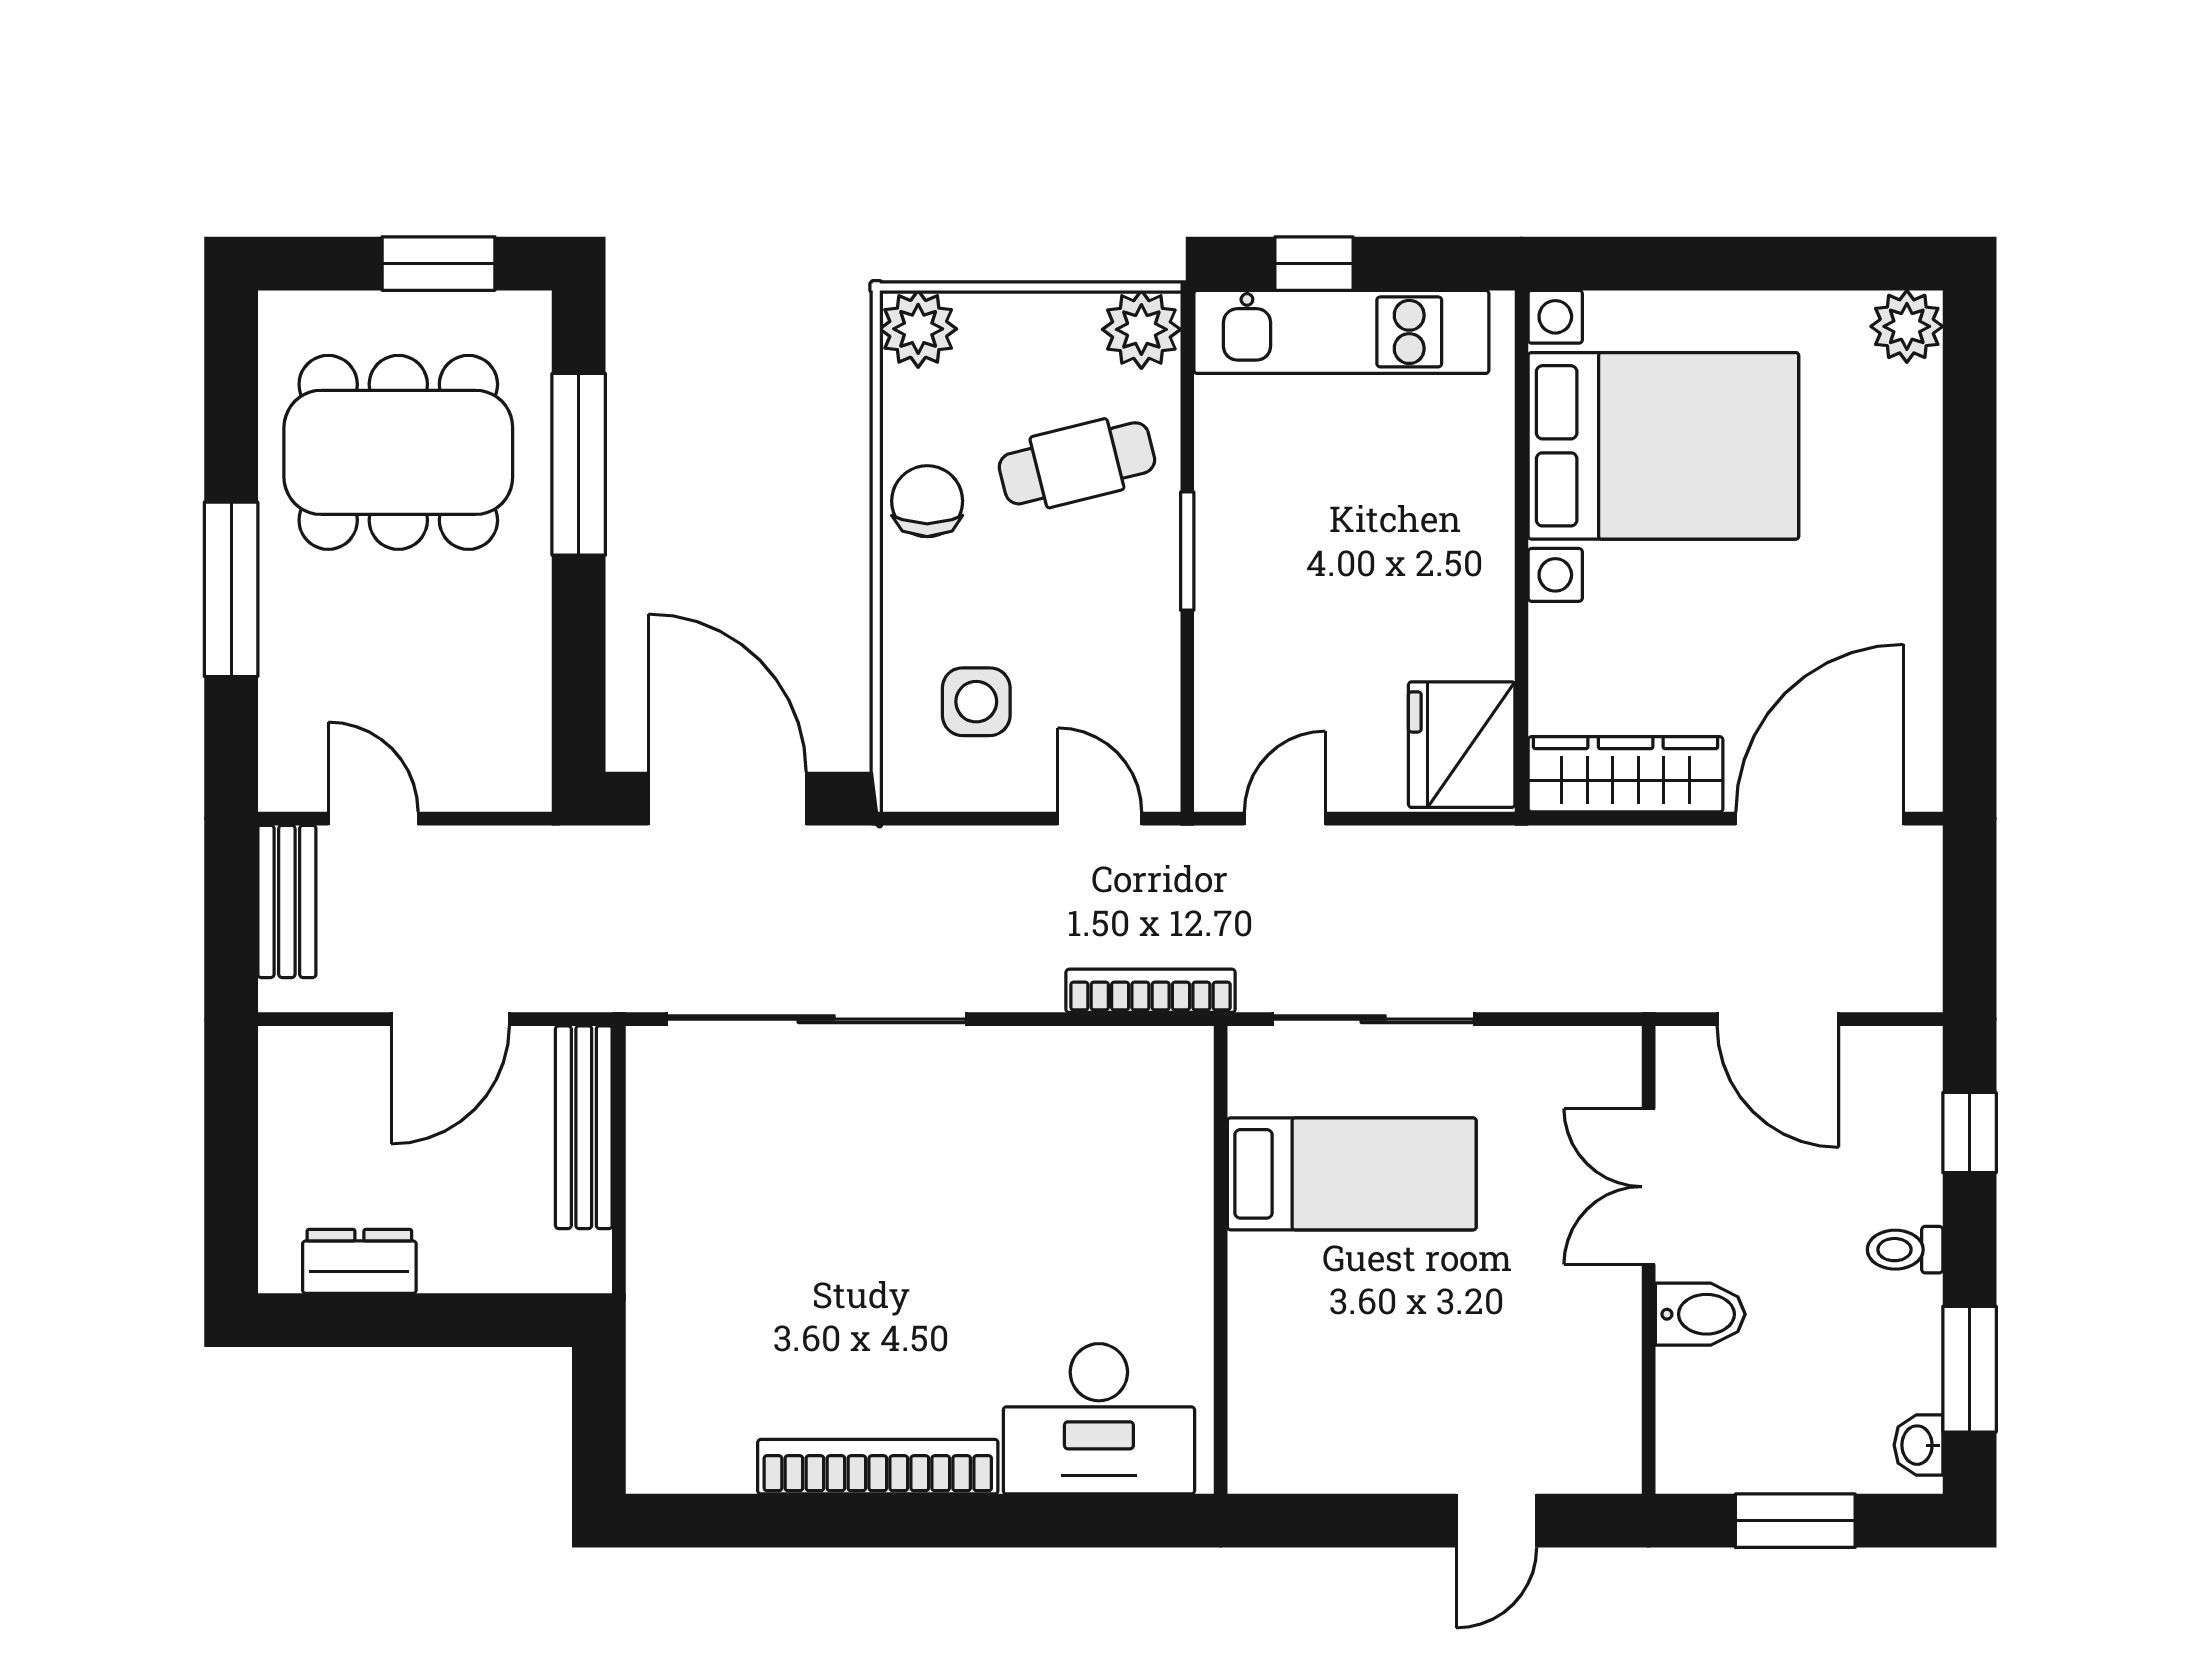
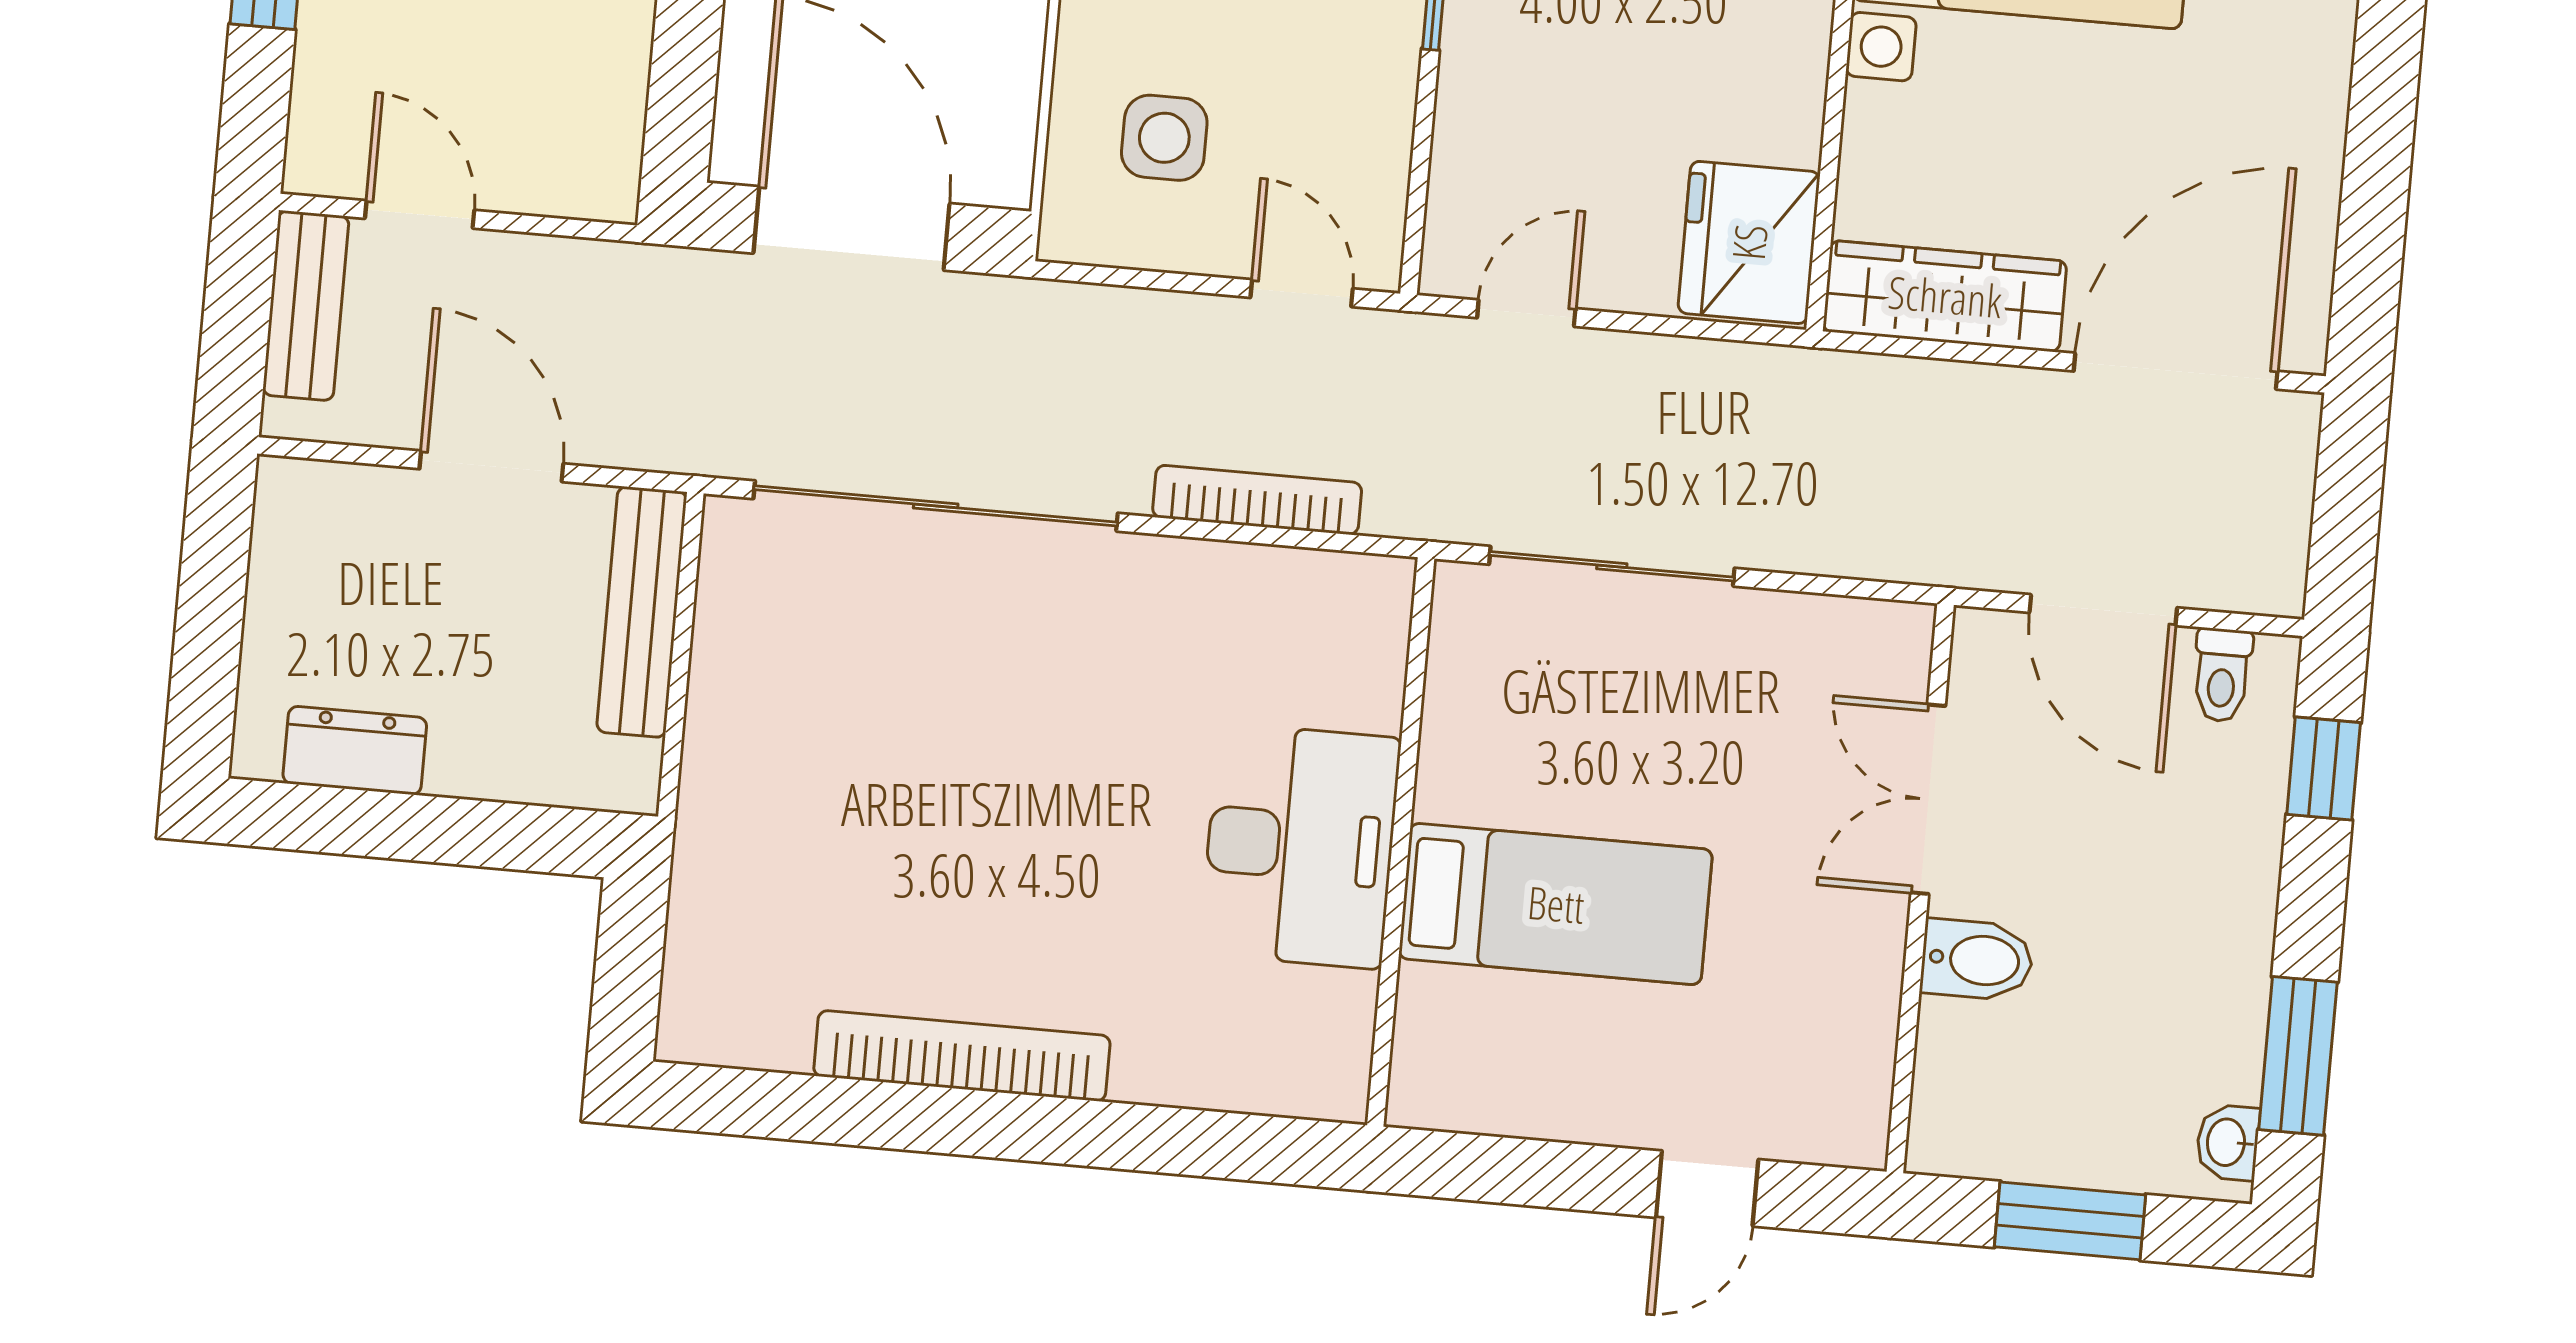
bookcase: (1151, 991) -> (1257, 500), moved
door: (450, 1019) -> (491, 466), swing flipped
bed: (1352, 1174) -> (1556, 904), moved
toilet: (1905, 1250) -> (2222, 675), moved, turned -90
desk: (1099, 1419) -> (1300, 846), moved, turned -90

